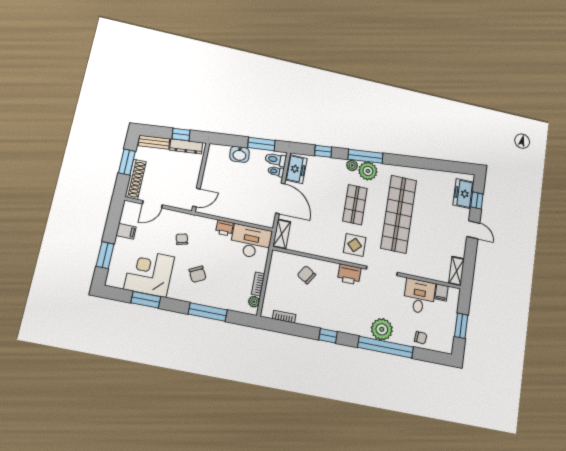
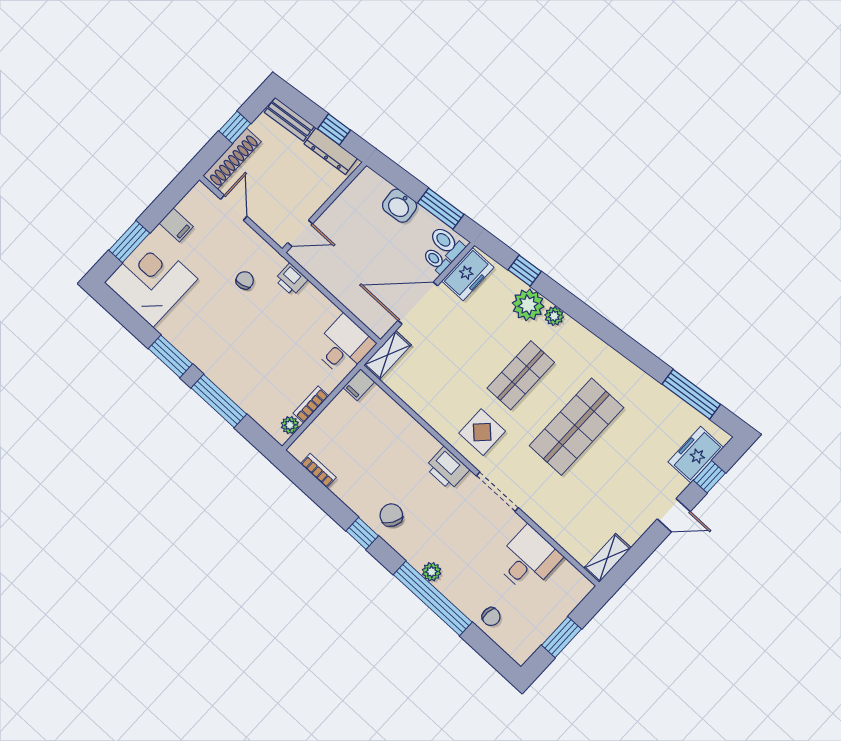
window: (365, 156) -> (691, 394), moved
window: (127, 162) -> (235, 127), width x0.67
plant: (368, 171) -> (528, 305), moved
door: (280, 198) -> (418, 303), swing flipped
door: (152, 204) -> (234, 208), swing flipped
shop shelf: (399, 214) -> (577, 427), width x0.71
printer: (224, 228) -> (291, 280), moved
door: (473, 230) -> (674, 515), hinge flipped
desk: (251, 242) -> (344, 346), width x0.73
corner desk: (149, 273) -> (151, 281), moved
chair: (198, 274) -> (237, 342), removed
chair: (306, 275) -> (391, 515), moved
filing cabinet: (441, 293) -> (359, 385), moved
window: (146, 300) -> (170, 356), moved
plant: (382, 329) -> (432, 572), width x0.53, depth x0.53

